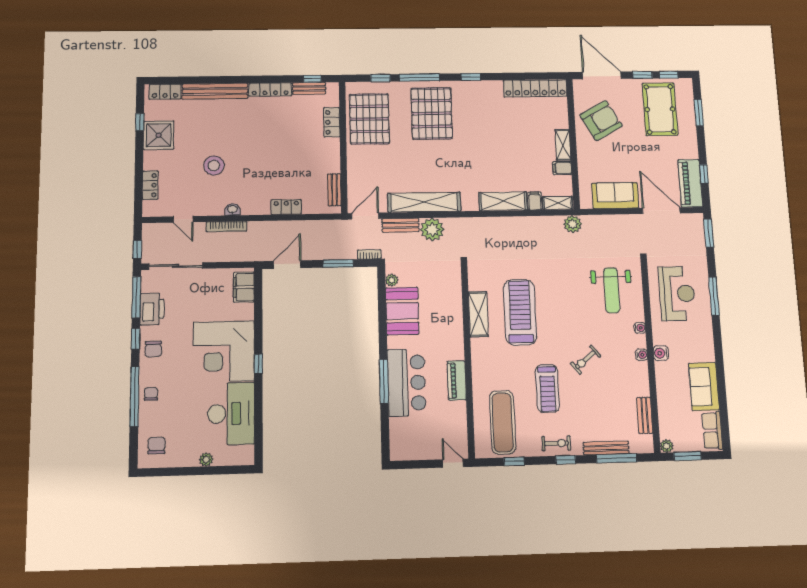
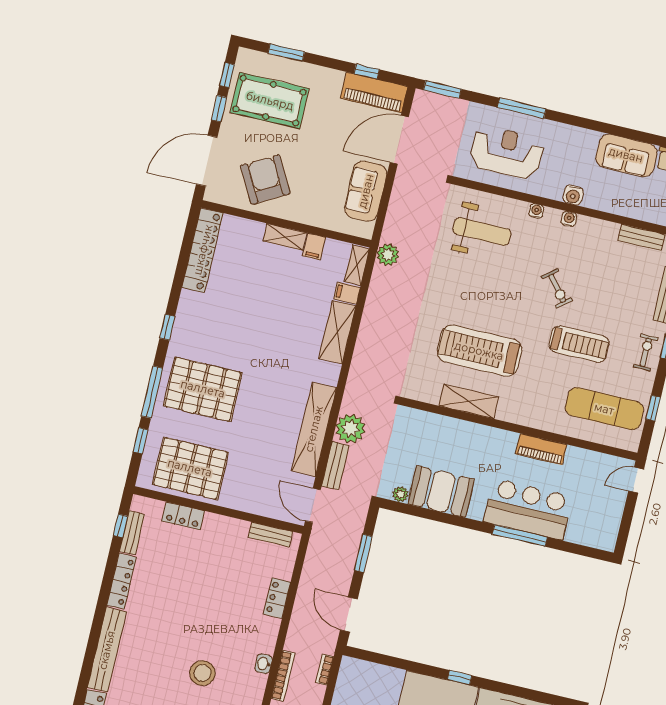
bookcase: (369, 254) -> (325, 670), moved
filing cabinet: (244, 287) -> (363, 673), removed

